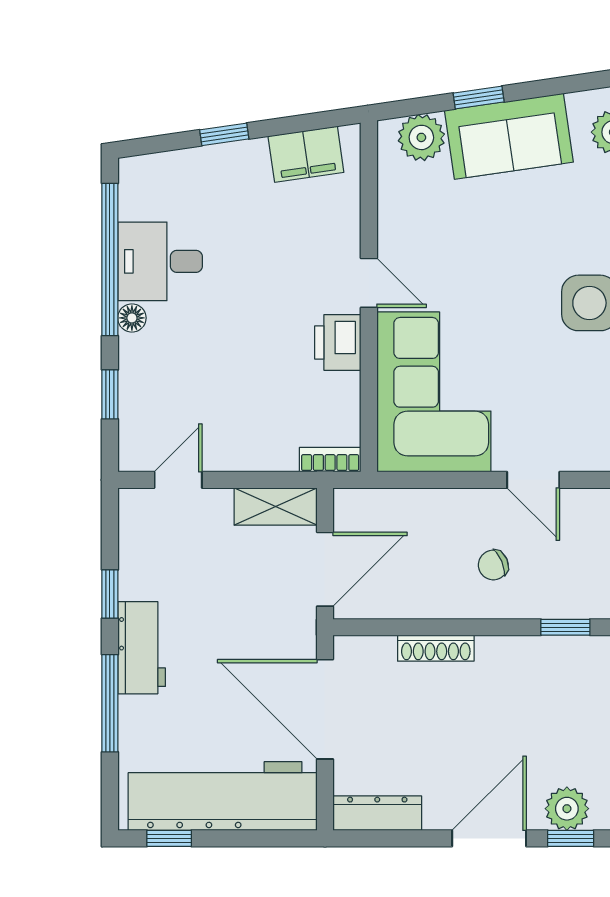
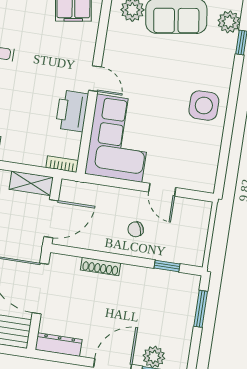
printer: (338, 342) -> (72, 111), width x1.37, depth x1.19

